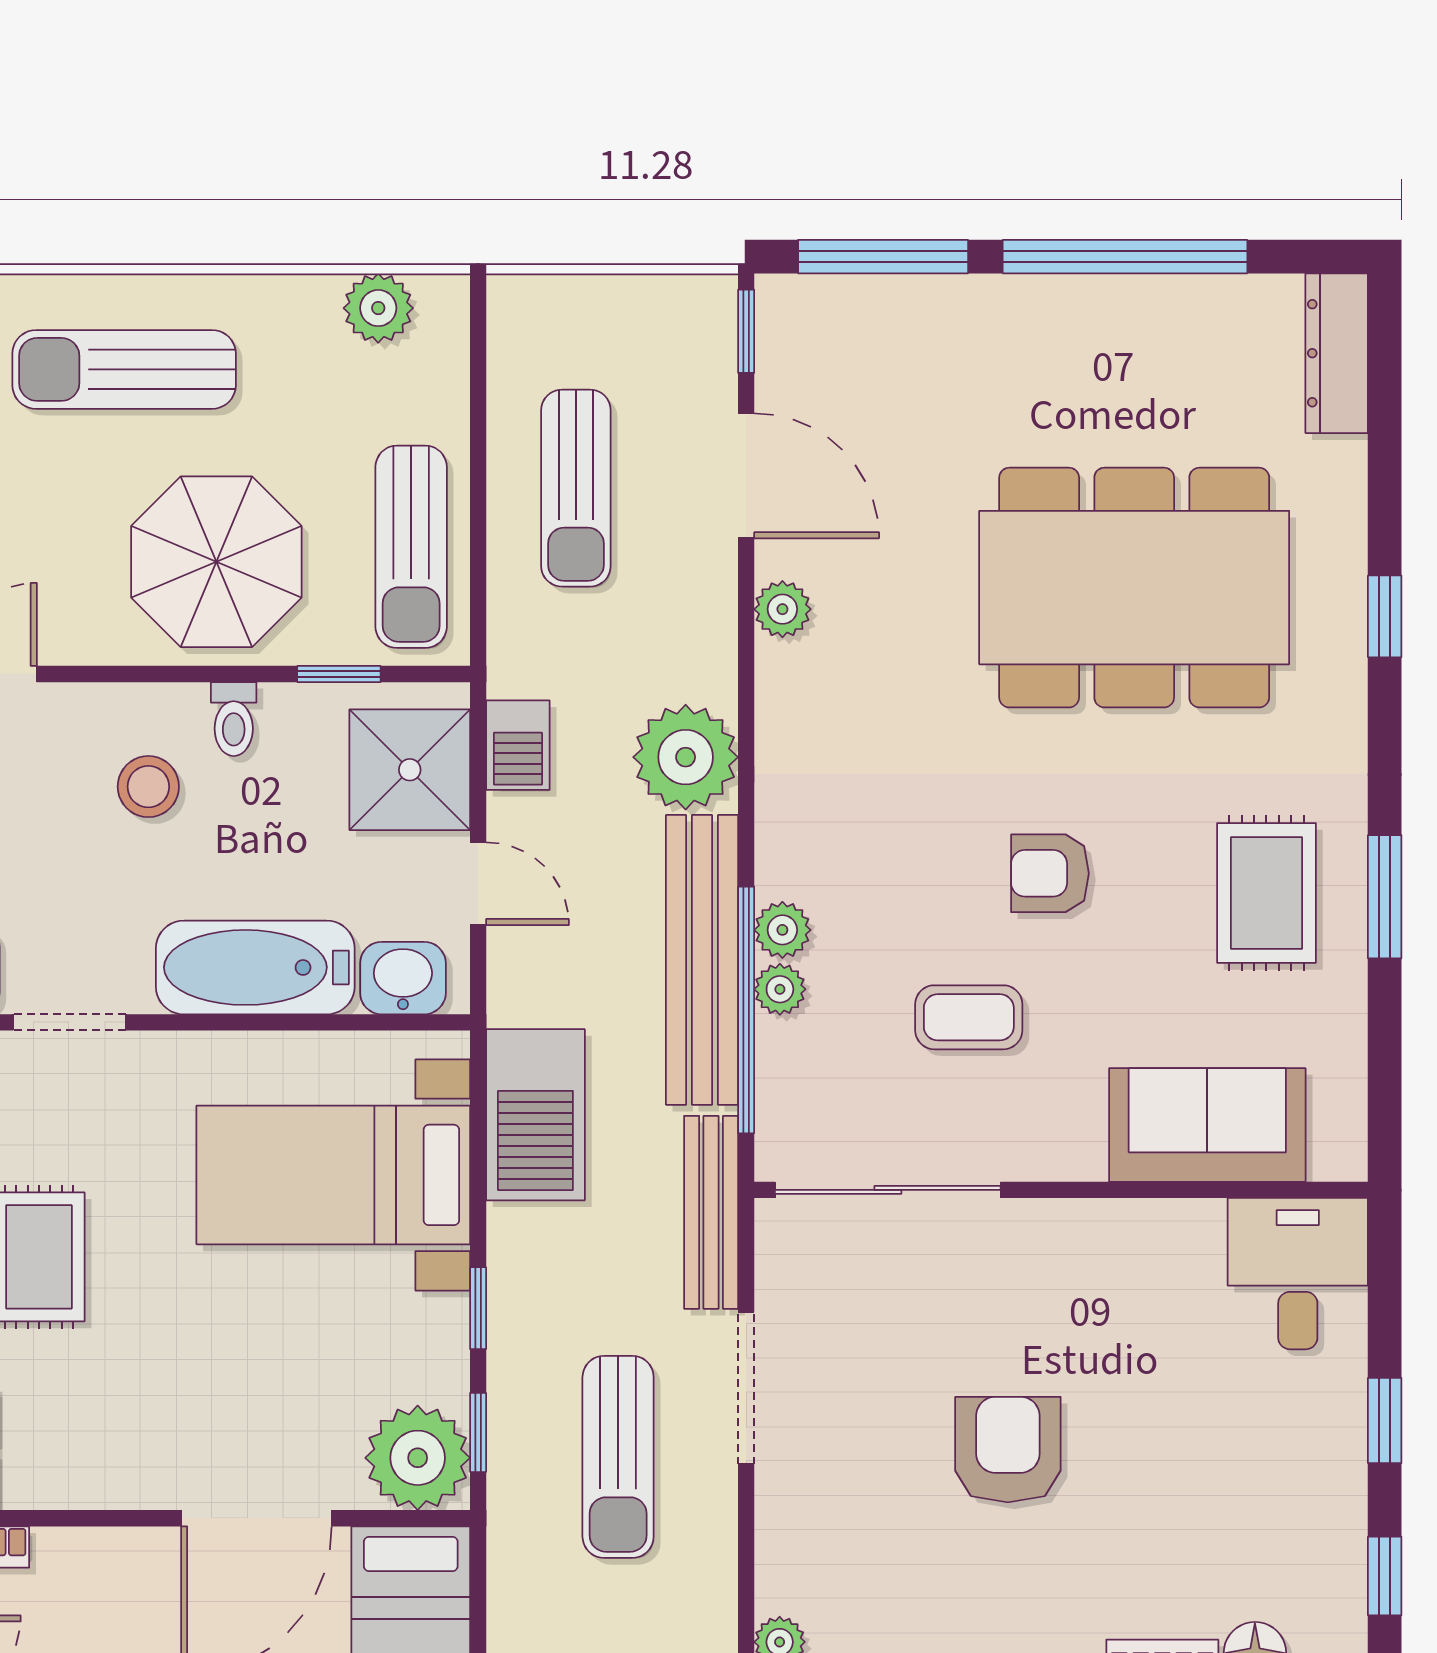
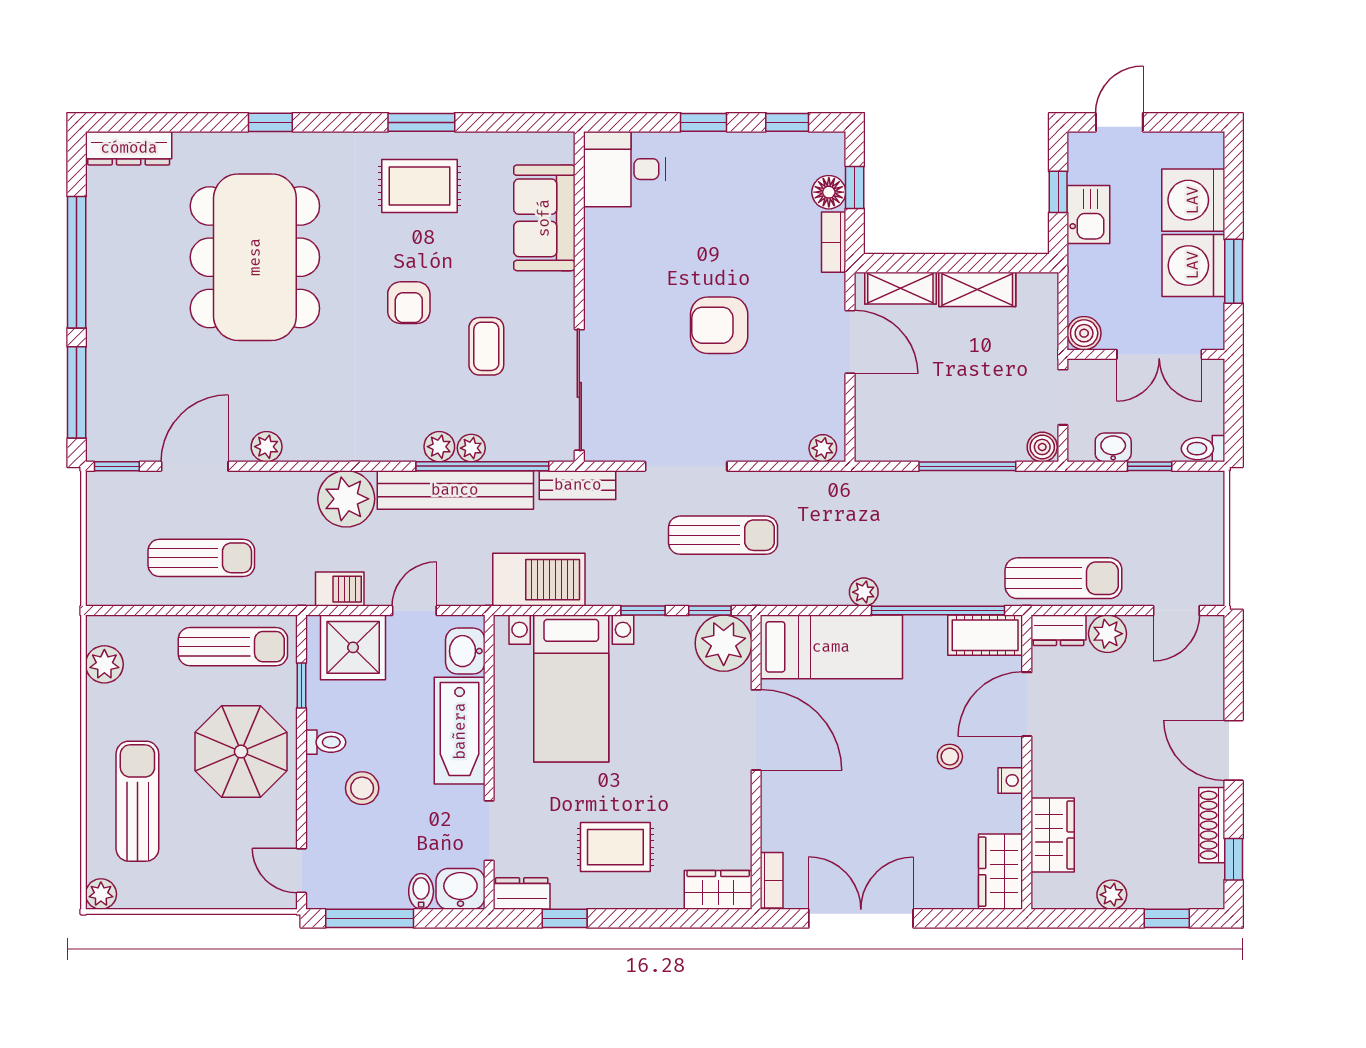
sun lounger: (124, 369) -> (137, 801), turned 180
bench: (711, 1212) -> (578, 485), width x0.73

